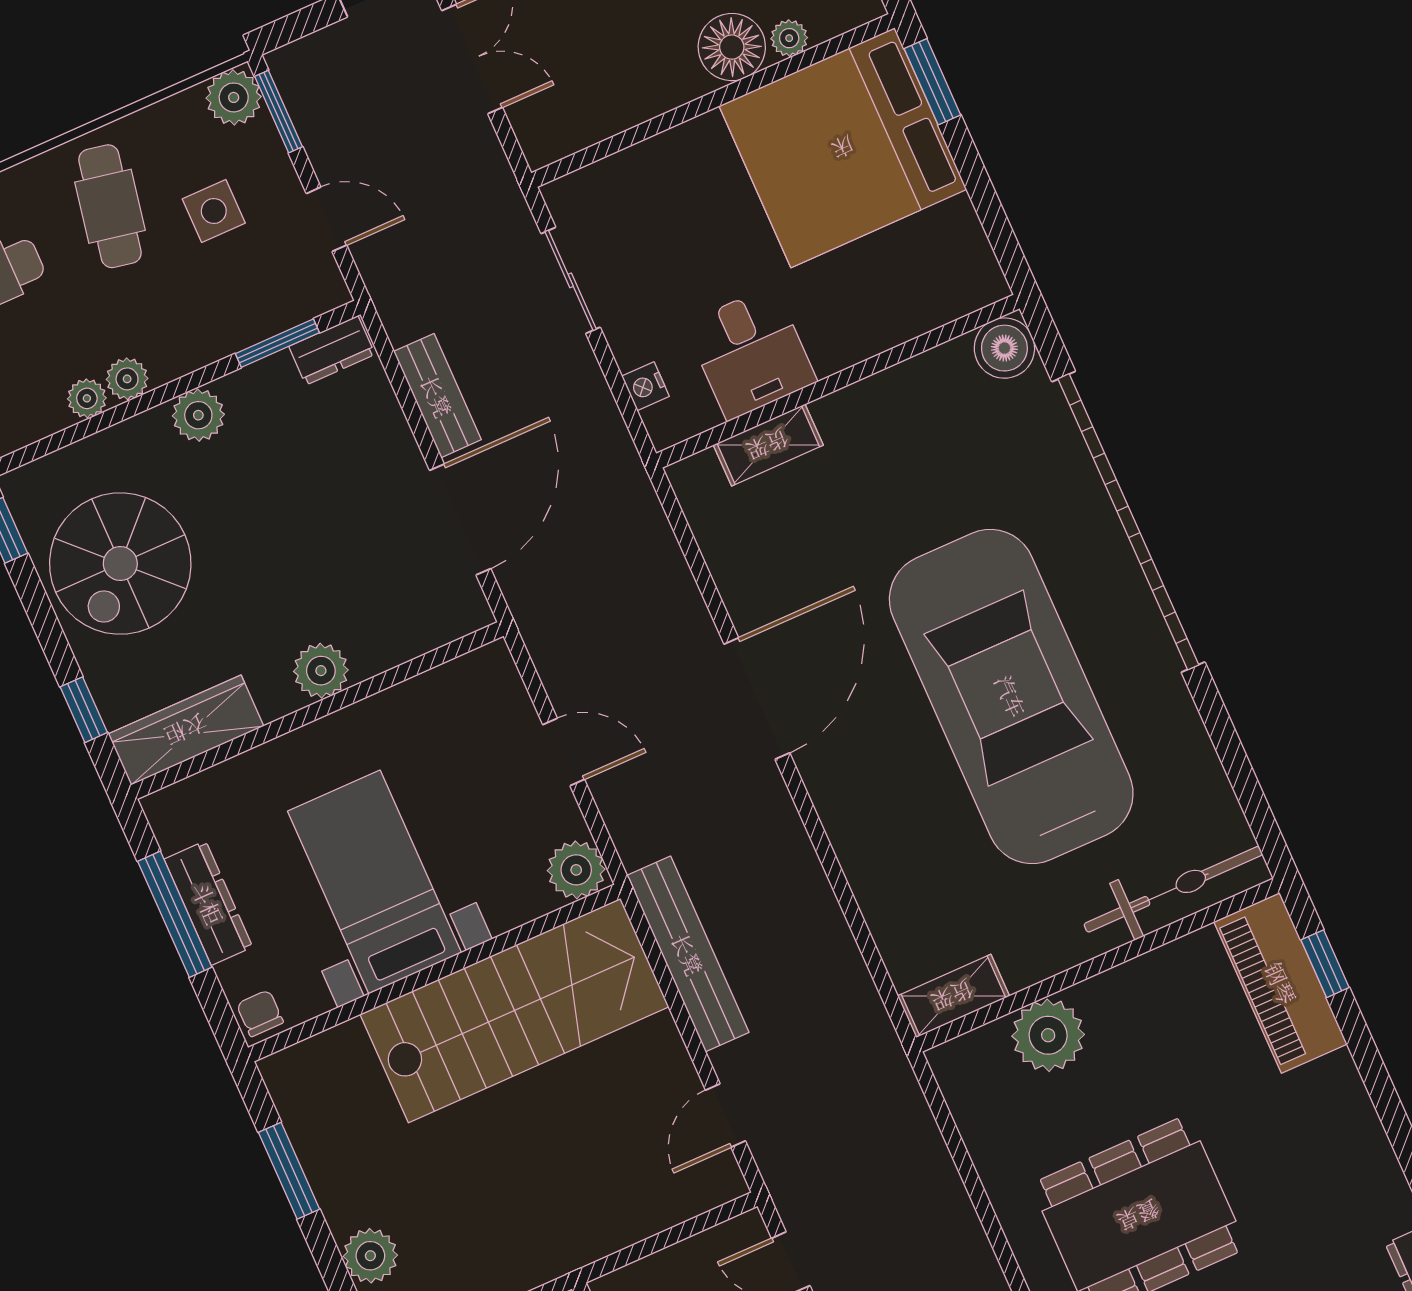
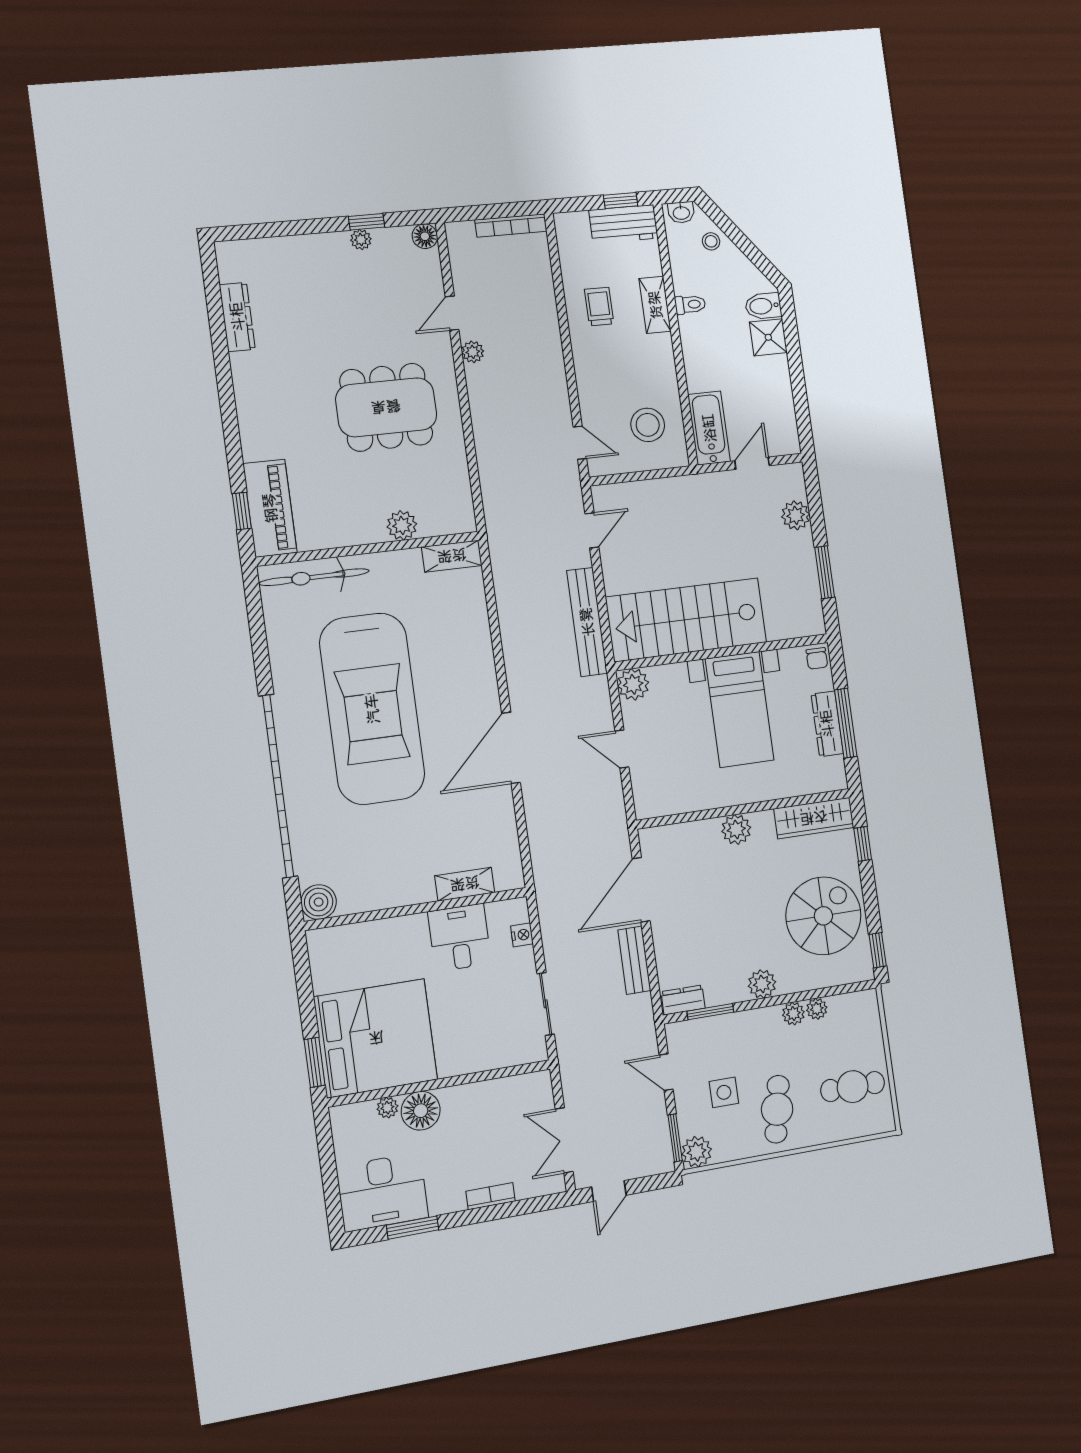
plant: (1048, 1035) -> (402, 525), width x0.73, depth x0.73

